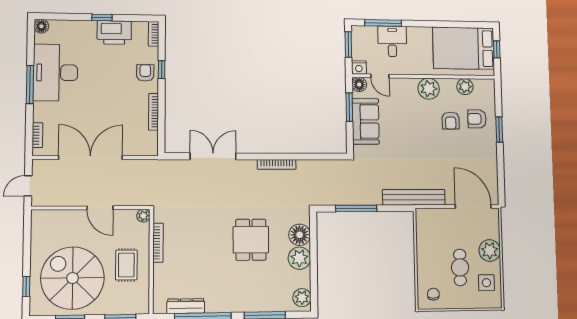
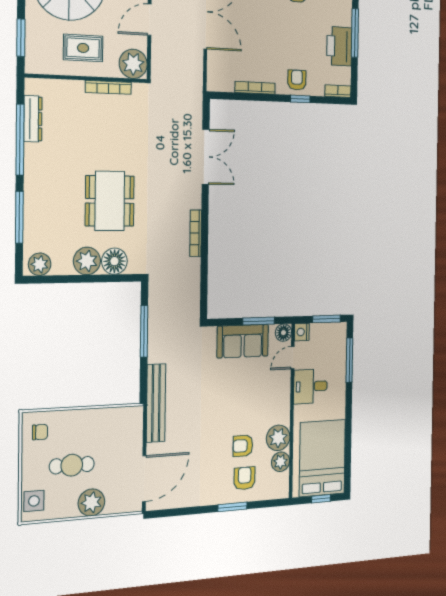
window: (102, 17) -> (355, 33), width x2.17
desk: (392, 41) -> (310, 386), moved, turned 180
armchair: (145, 73) -> (297, 80), turned -90
plant: (429, 89) -> (278, 438), moved
plant: (143, 216) -> (133, 64), width x1.88, depth x1.88
dining table: (251, 240) -> (110, 201), width x1.38
side table: (486, 283) -> (34, 501), moved

